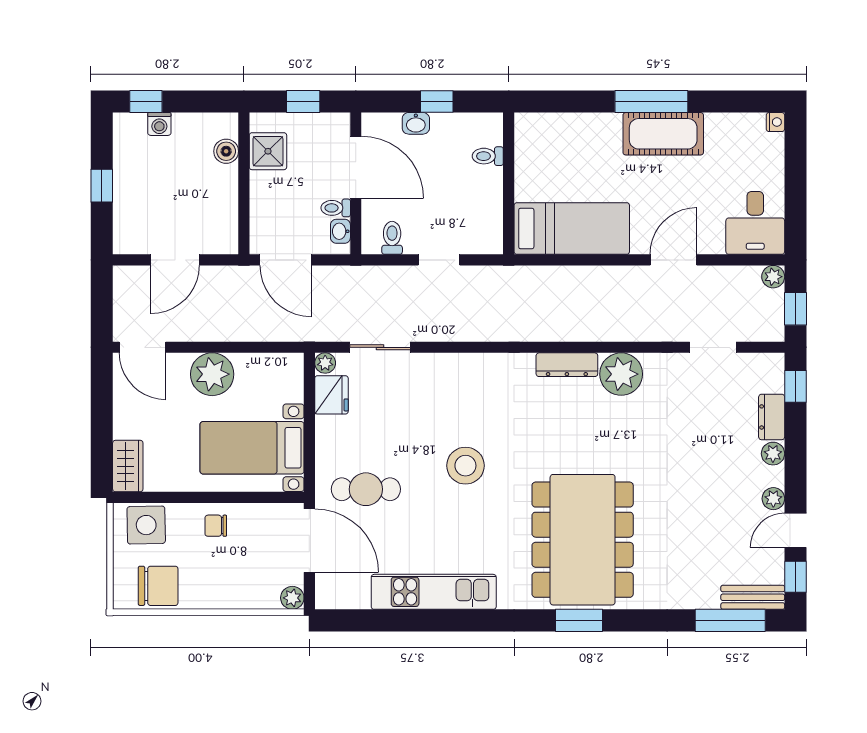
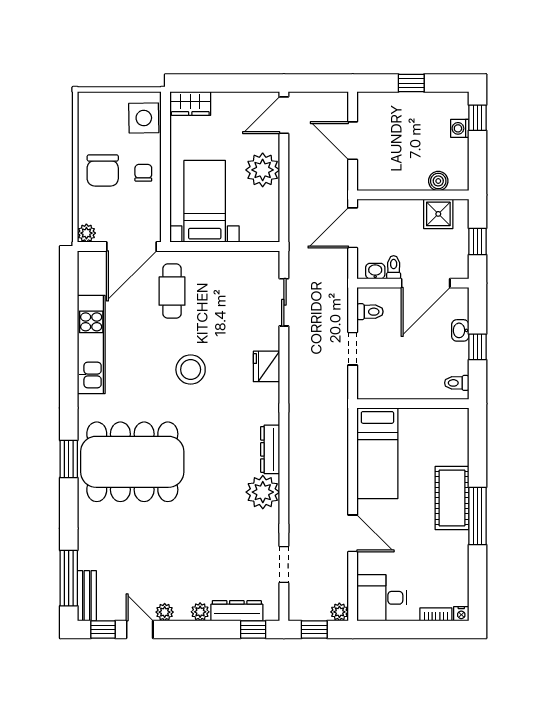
cot: (663, 134) -> (452, 498), moved
bookcase: (776, 154) -> (436, 614), added
toilet: (488, 156) -> (457, 383), moved, turned -90
plant: (325, 363) -> (271, 259), removed
fridge: (331, 395) -> (266, 366), moved, turned 90
dresser: (772, 417) -> (237, 611), width x1.44
chair: (158, 586) -> (103, 170), moved

